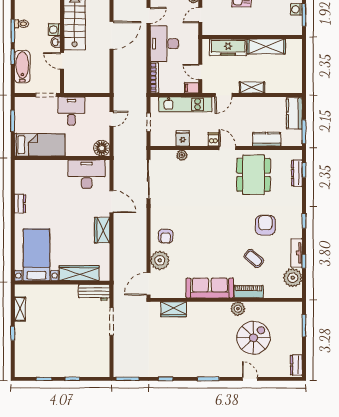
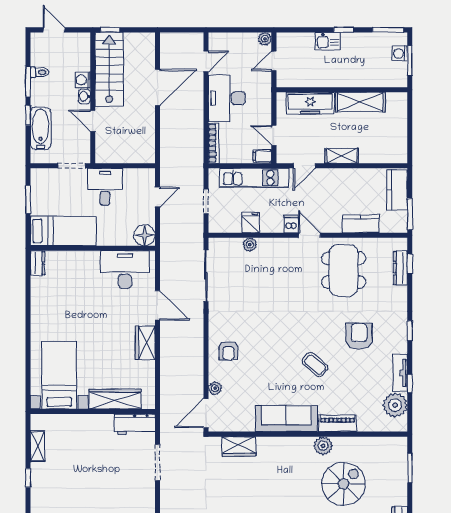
dresser: (20, 204) -> (38, 263), moved
coffee table: (254, 258) -> (315, 365), moved
plant: (160, 260) -> (215, 388), width x0.53, depth x0.53

